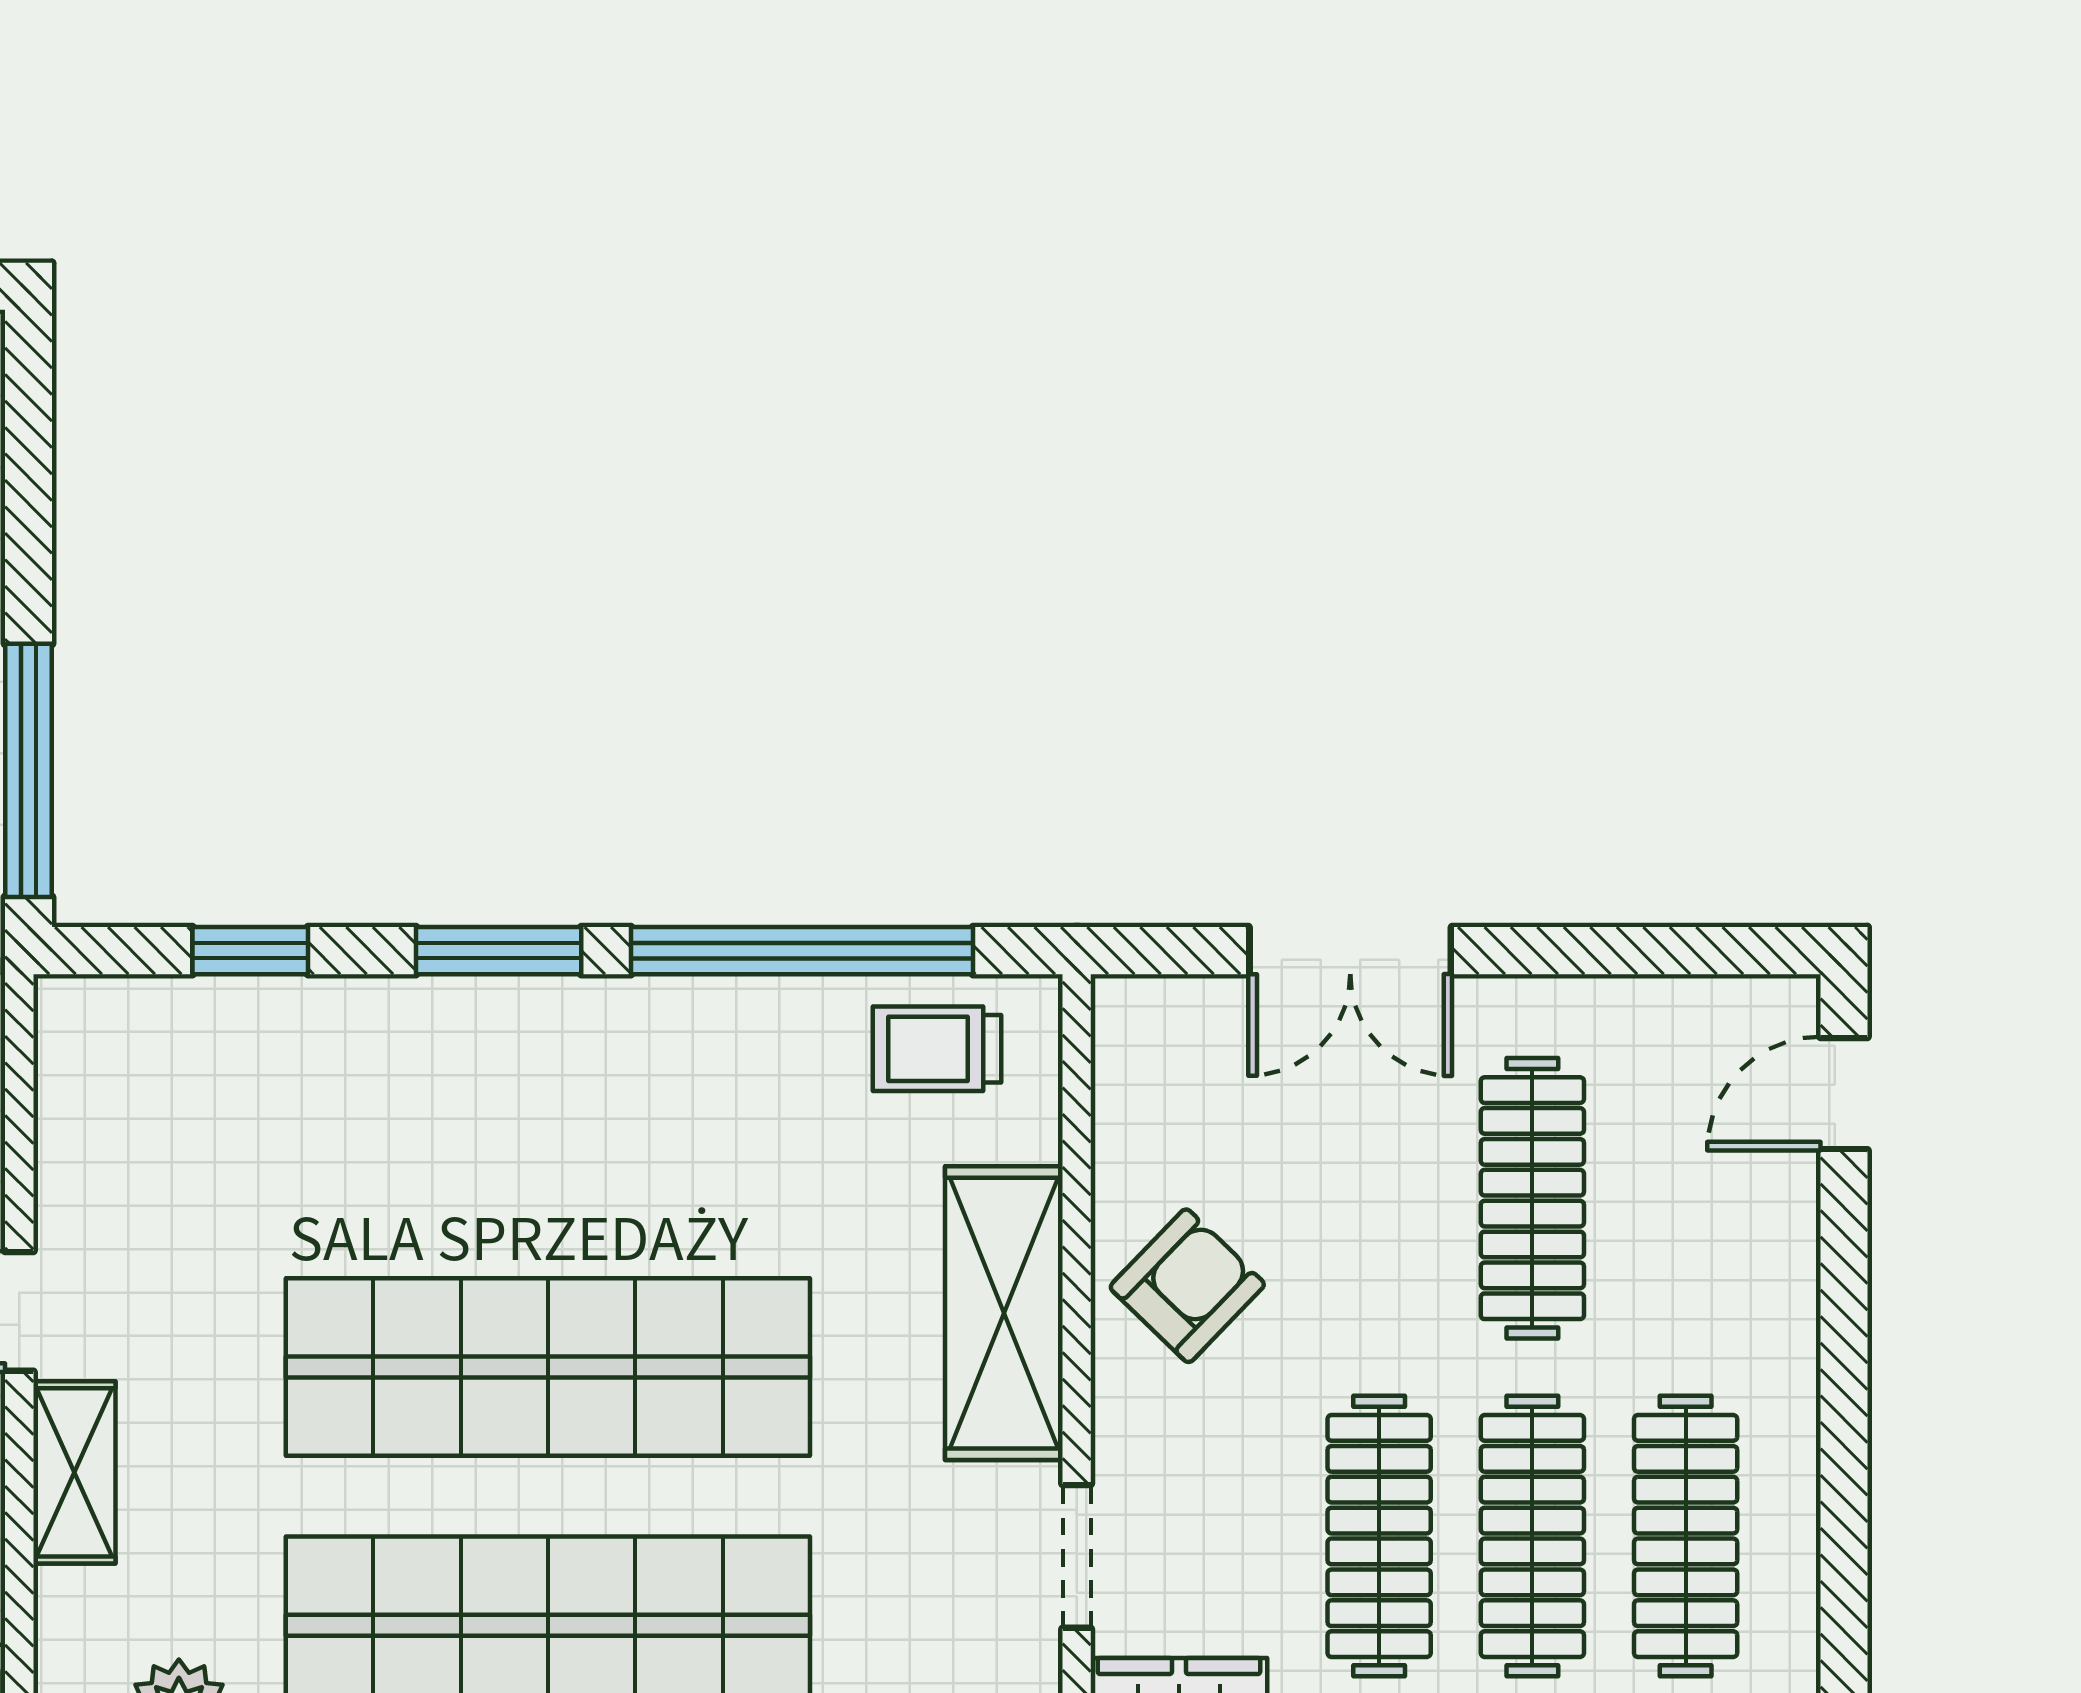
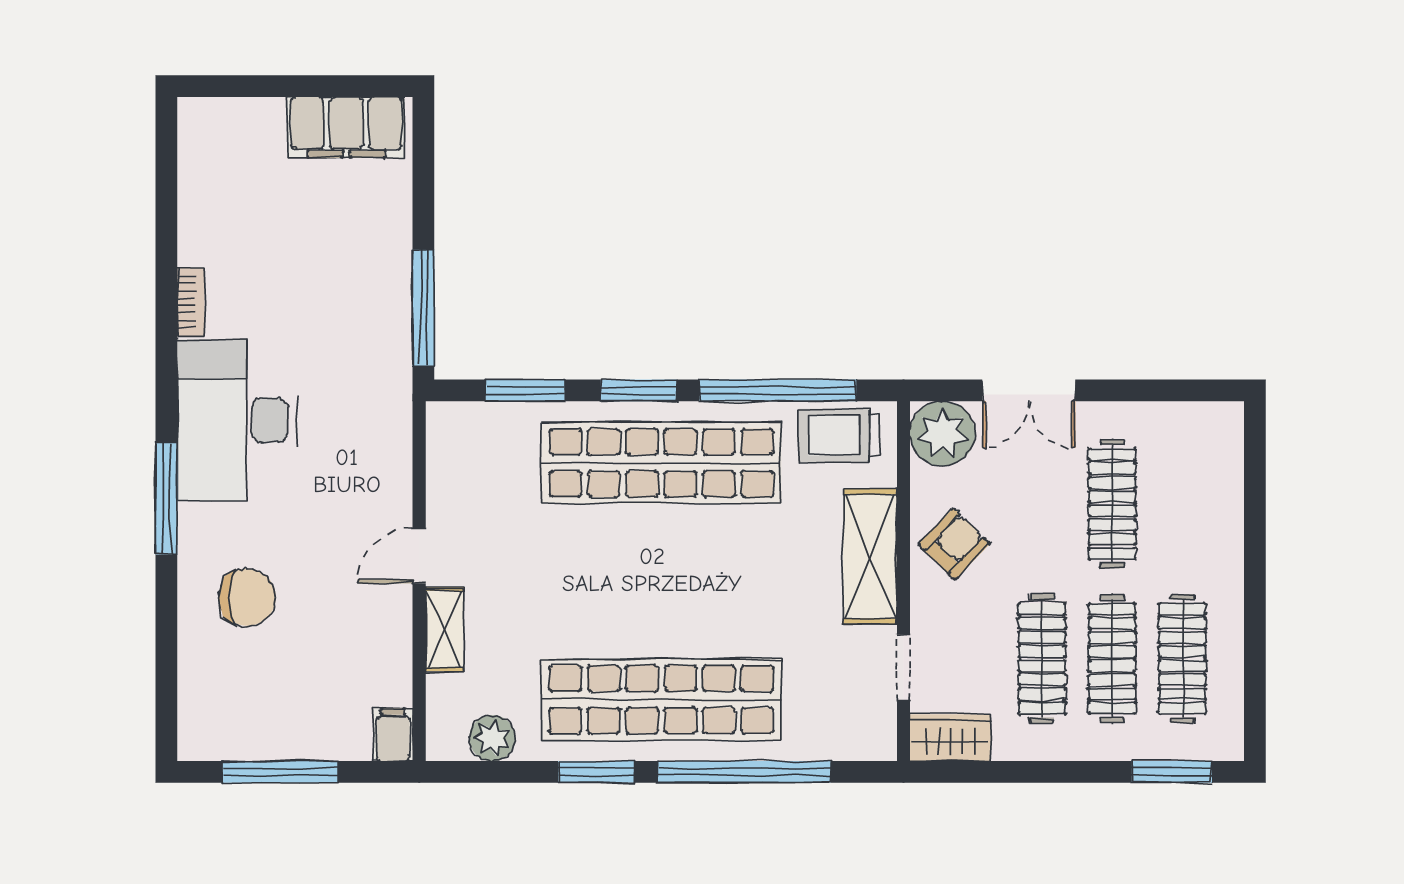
window: (250, 951) -> (525, 390), width x1.50
plant: (1162, 1045) -> (942, 434), added
trolley: (937, 1049) -> (839, 435), width x1.36, depth x1.39
door: (1844, 1094) -> (1255, 456), removed
shop shelf: (548, 1367) -> (661, 463), moved

